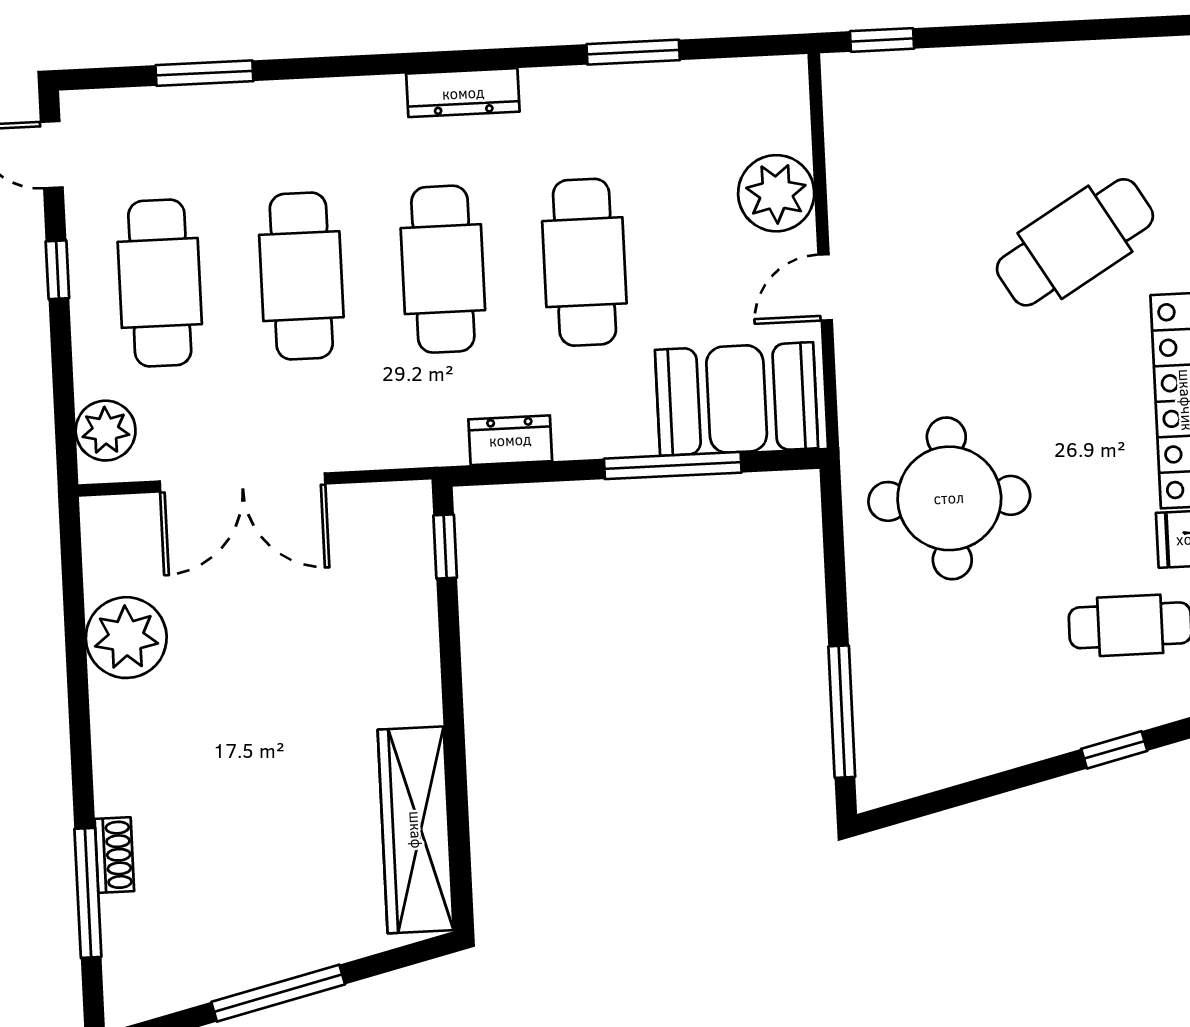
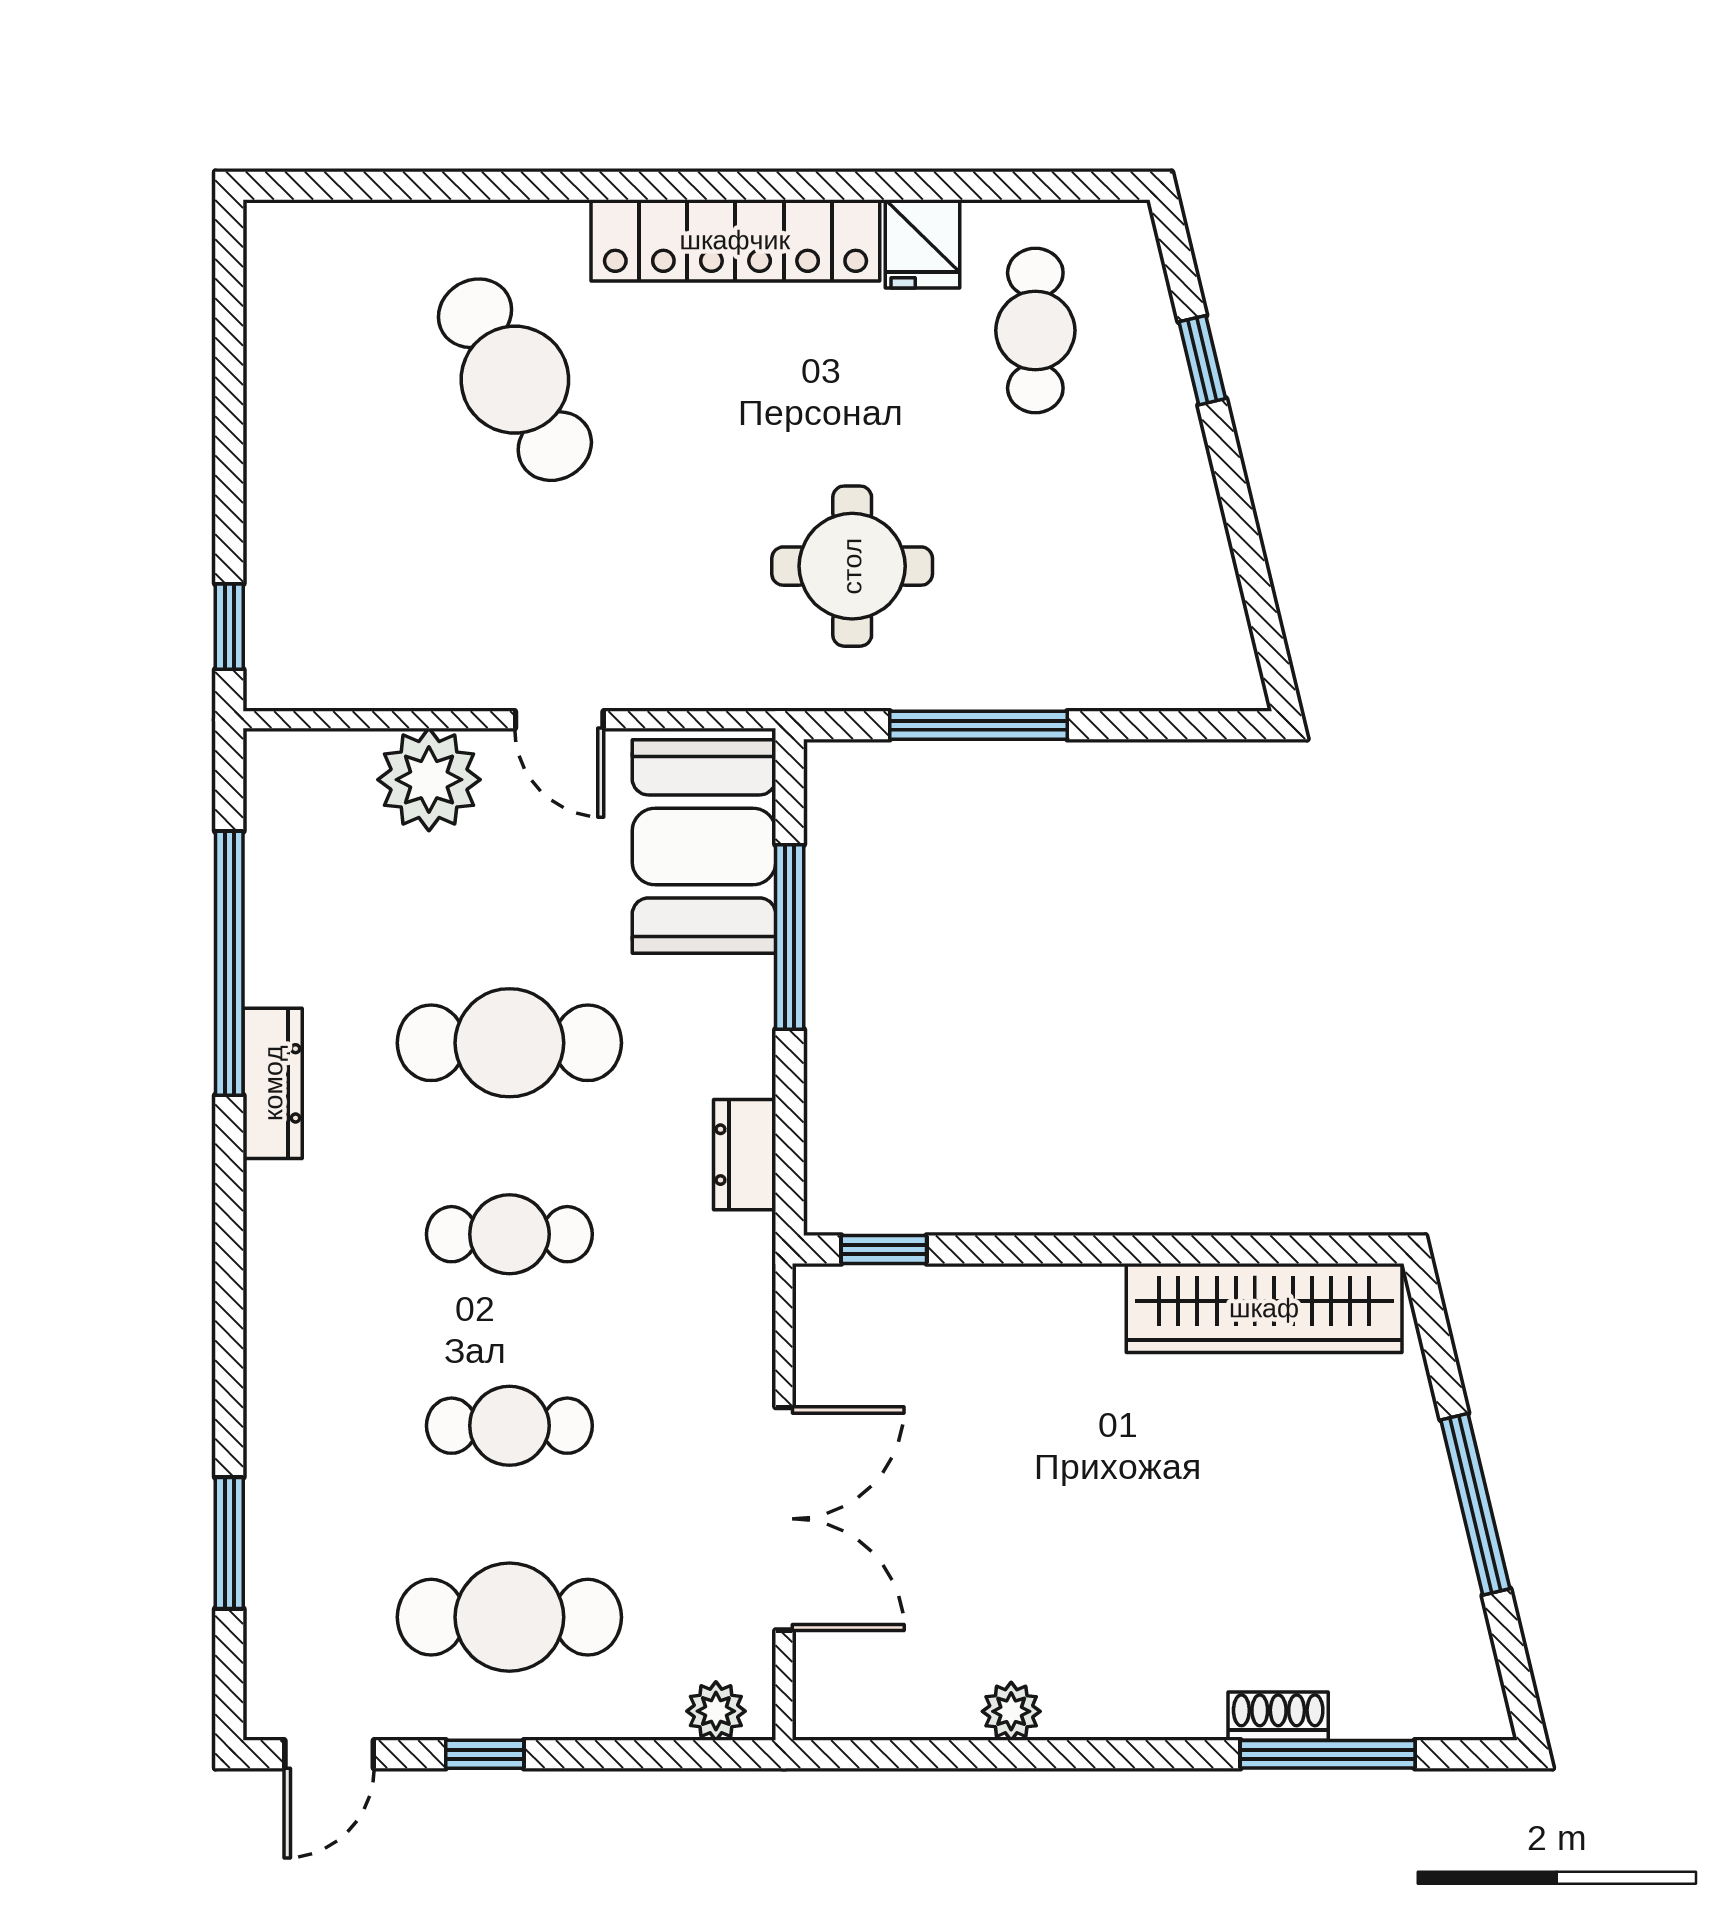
window: (633, 52) -> (229, 963), width x2.11
dresser: (463, 93) -> (273, 1083), moved
cafe table: (443, 269) -> (509, 1234), width x0.73, depth x0.74
cafe table: (301, 276) -> (509, 1426), width x0.73, depth x0.74
plant: (106, 431) -> (716, 1711), width x0.73, depth x0.73
round table: (949, 498) -> (852, 566), width x0.73, depth x0.73
plant: (126, 638) -> (1011, 1711), width x0.53, depth x0.53
window: (842, 712) -> (978, 725), moved

